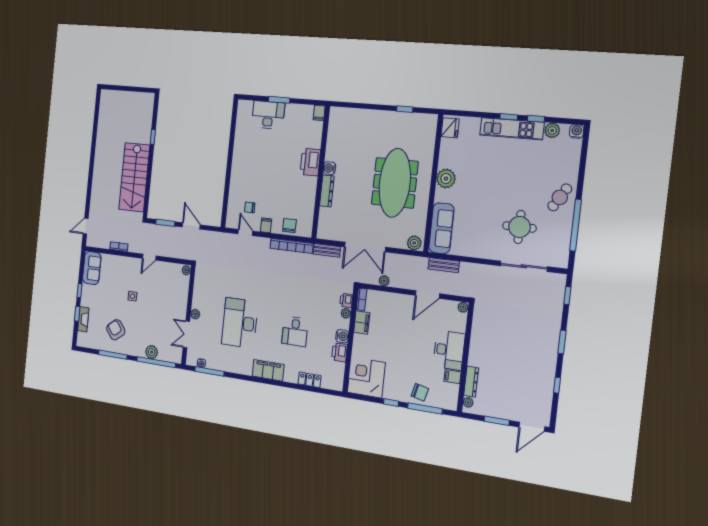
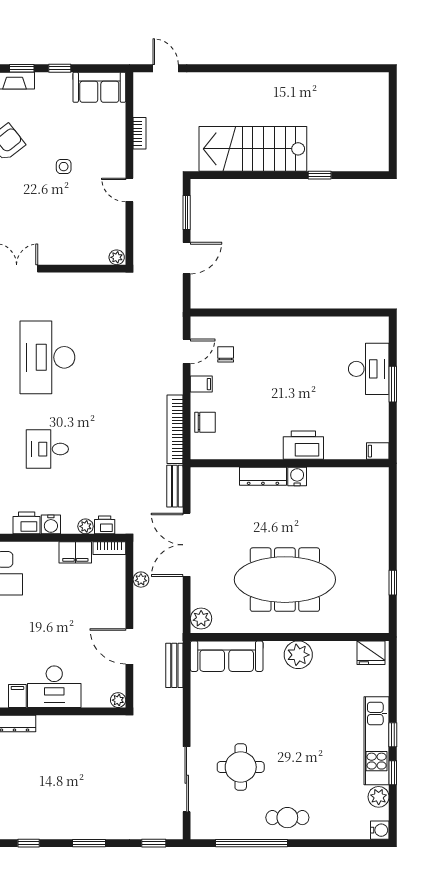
cafe table: (560, 197) -> (287, 818), turned -31
plant: (195, 314) -> (50, 280), removed
desk: (240, 323) -> (47, 357), turned -90

